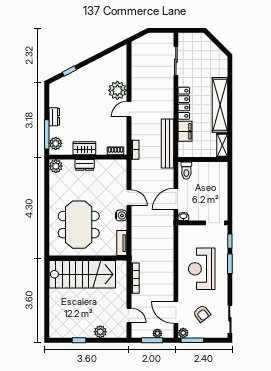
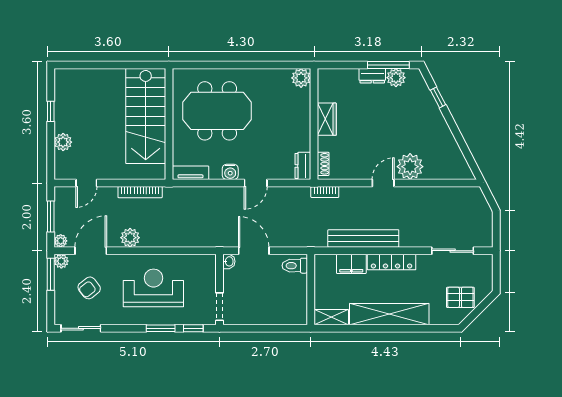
pallet: (208, 55) -> (460, 297), added
door: (129, 109) -> (383, 183), hinge flipped
window: (47, 134) -> (388, 65), moved
plant: (56, 143) -> (396, 78), moved
bench: (167, 144) -> (363, 238), moved
dresser: (85, 165) -> (303, 166), moved
plant: (167, 285) -> (130, 238), added
plant: (157, 333) -> (61, 241), moved

